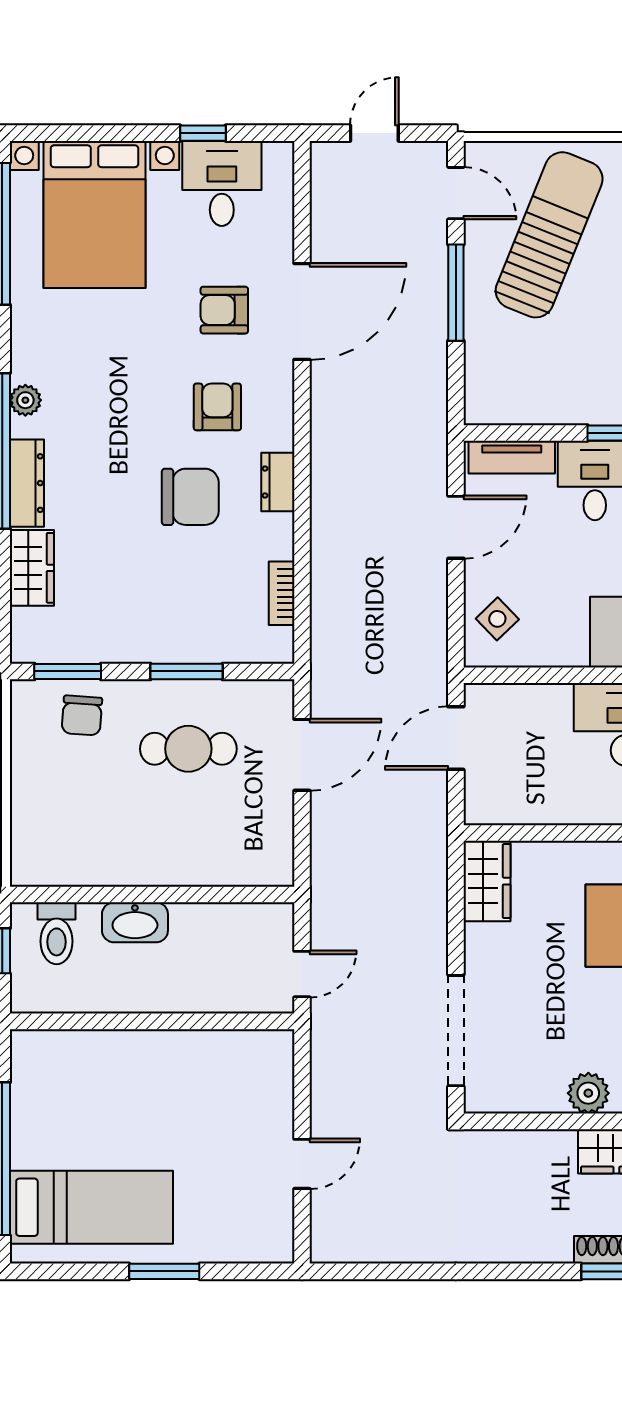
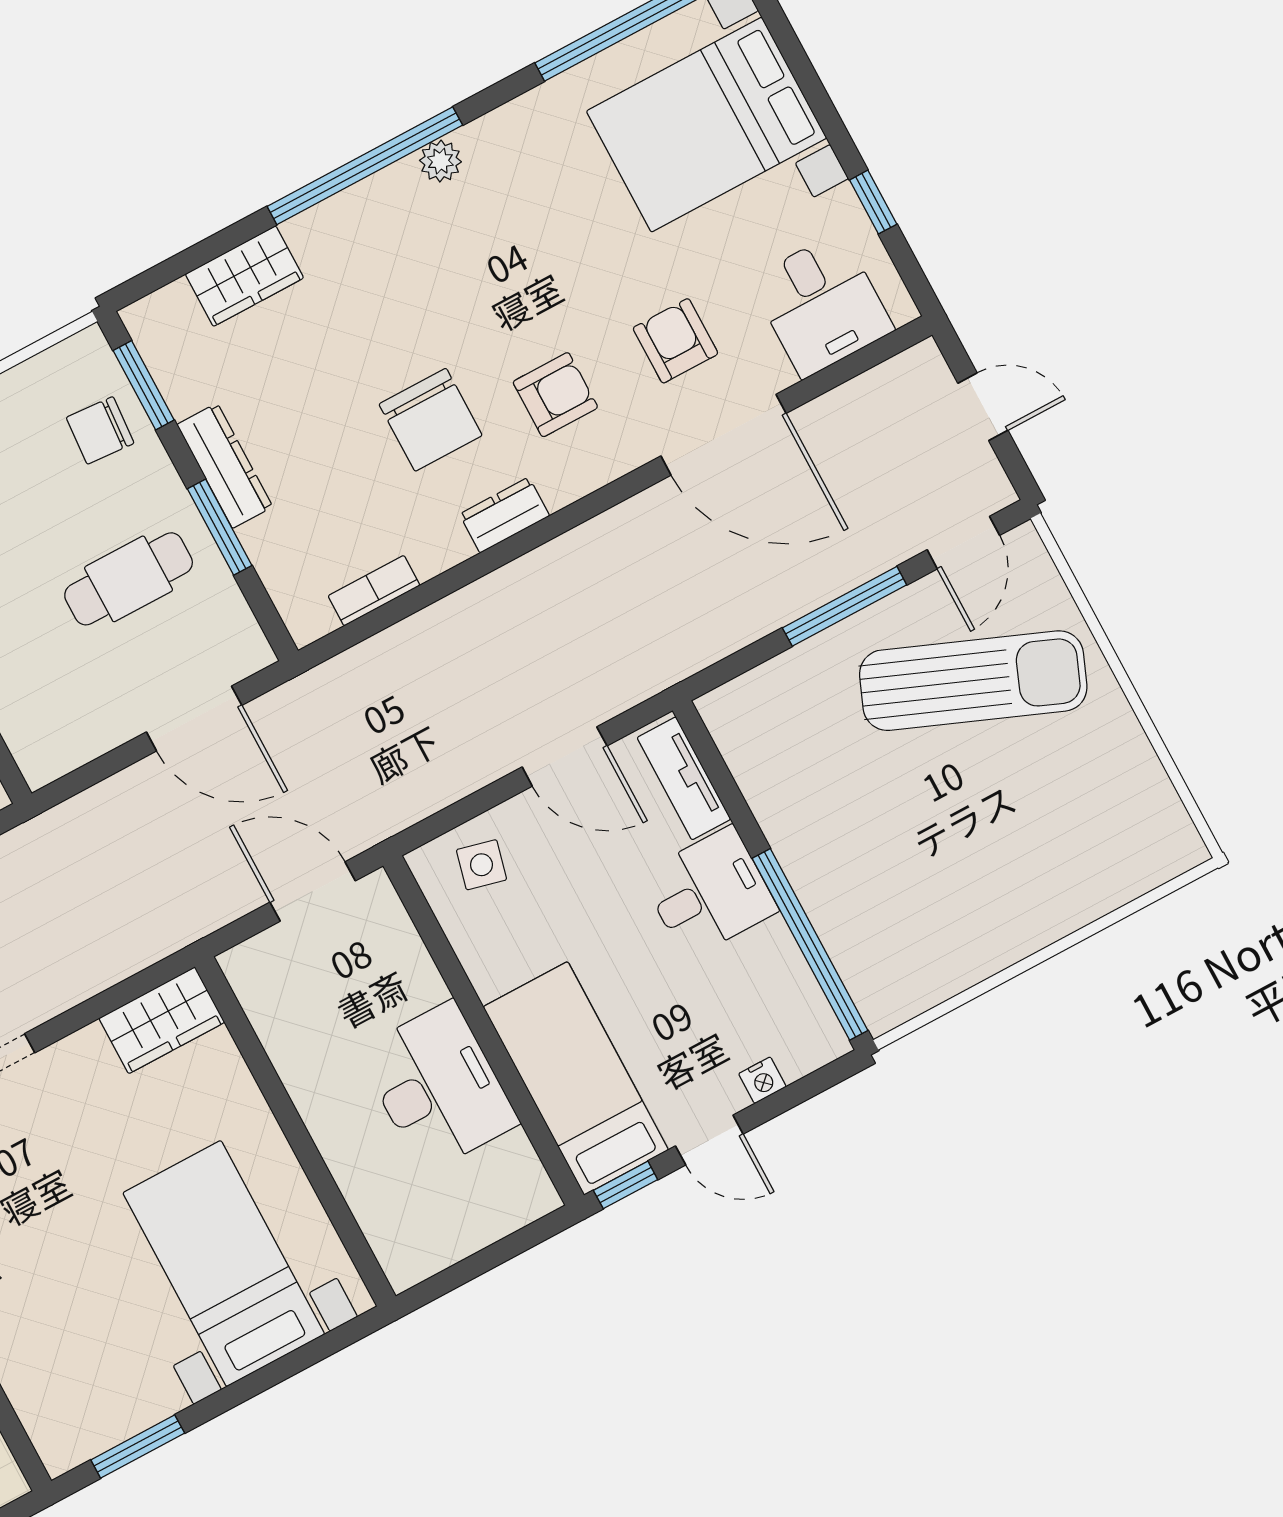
desk: (222, 183) -> (822, 305), moved, turned 90
dresser: (27, 483) -> (225, 466), moved, turned -90
side table: (497, 619) -> (481, 865), turned -32
cafe table: (188, 749) -> (129, 579), turned 90

